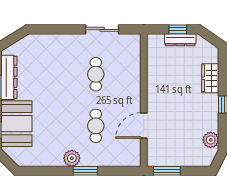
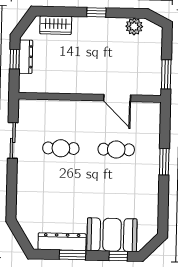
wardrobe: (210, 78) -> (56, 25), moved
plant: (72, 158) -> (150, 176), removed

